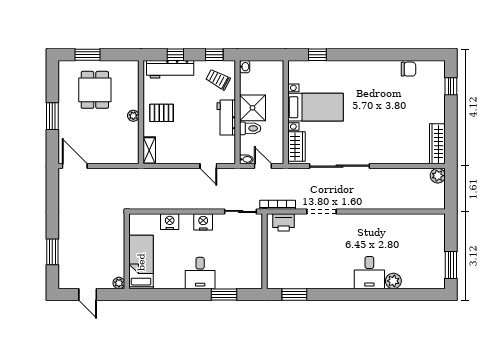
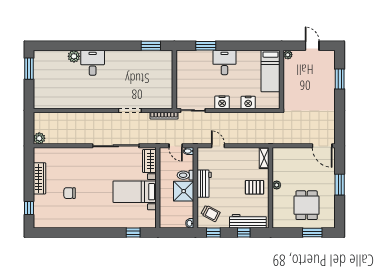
chair: (408, 69) -> (70, 193), moved
wardrobe: (437, 144) -> (40, 178), moved
printer: (284, 222) -> (159, 102), removed

